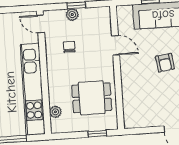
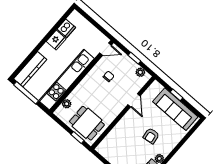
plant: (72, 15) -> (140, 72), moved
door: (41, 24) -> (106, 49), swing flipped
dining table: (92, 98) -> (87, 123), moved

